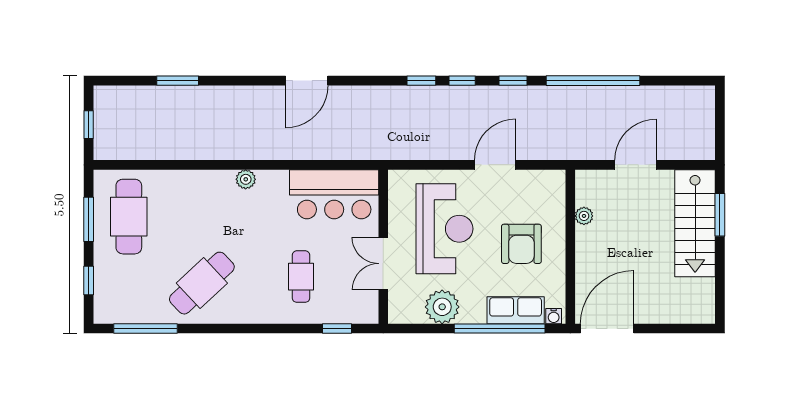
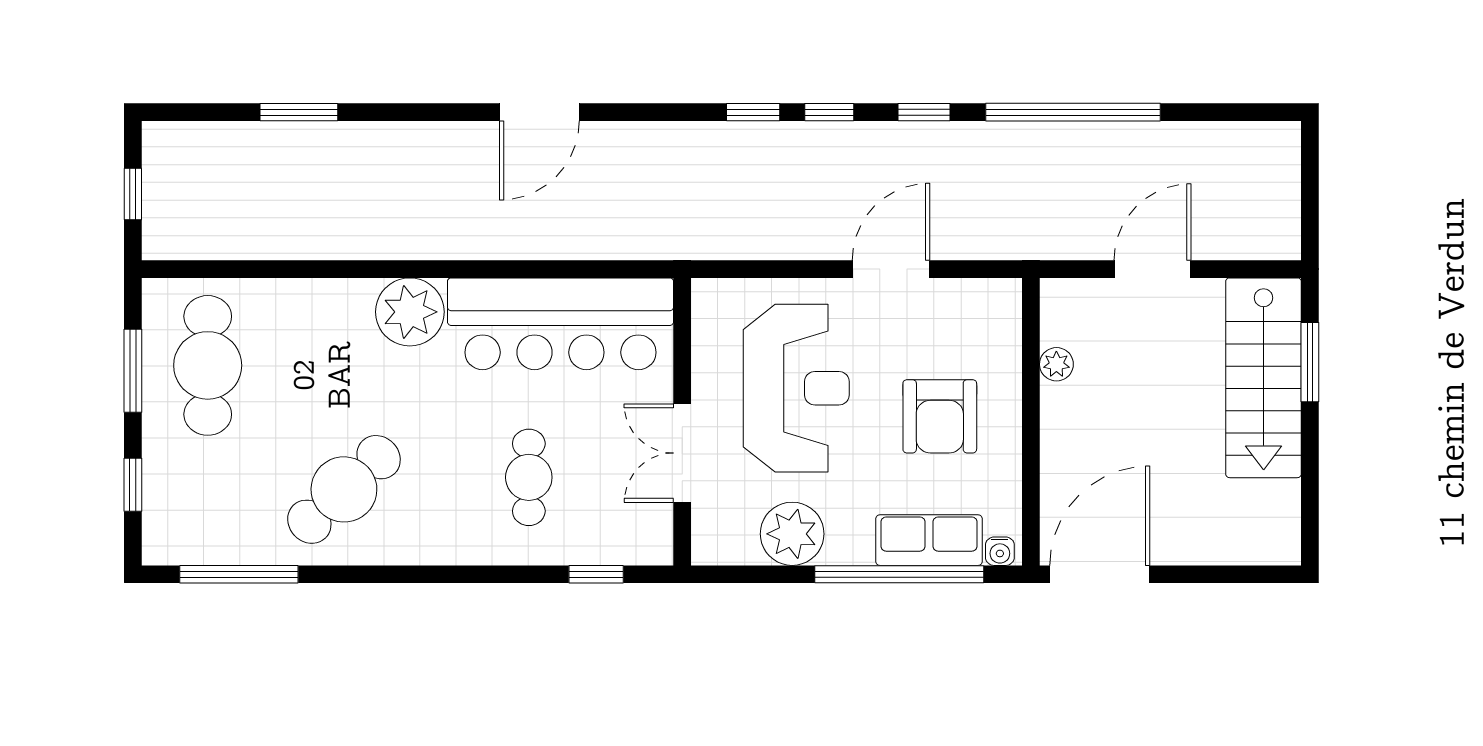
plant: (246, 179) -> (410, 312), width x1.88, depth x1.88
bar counter: (334, 194) -> (560, 324), width x1.36

